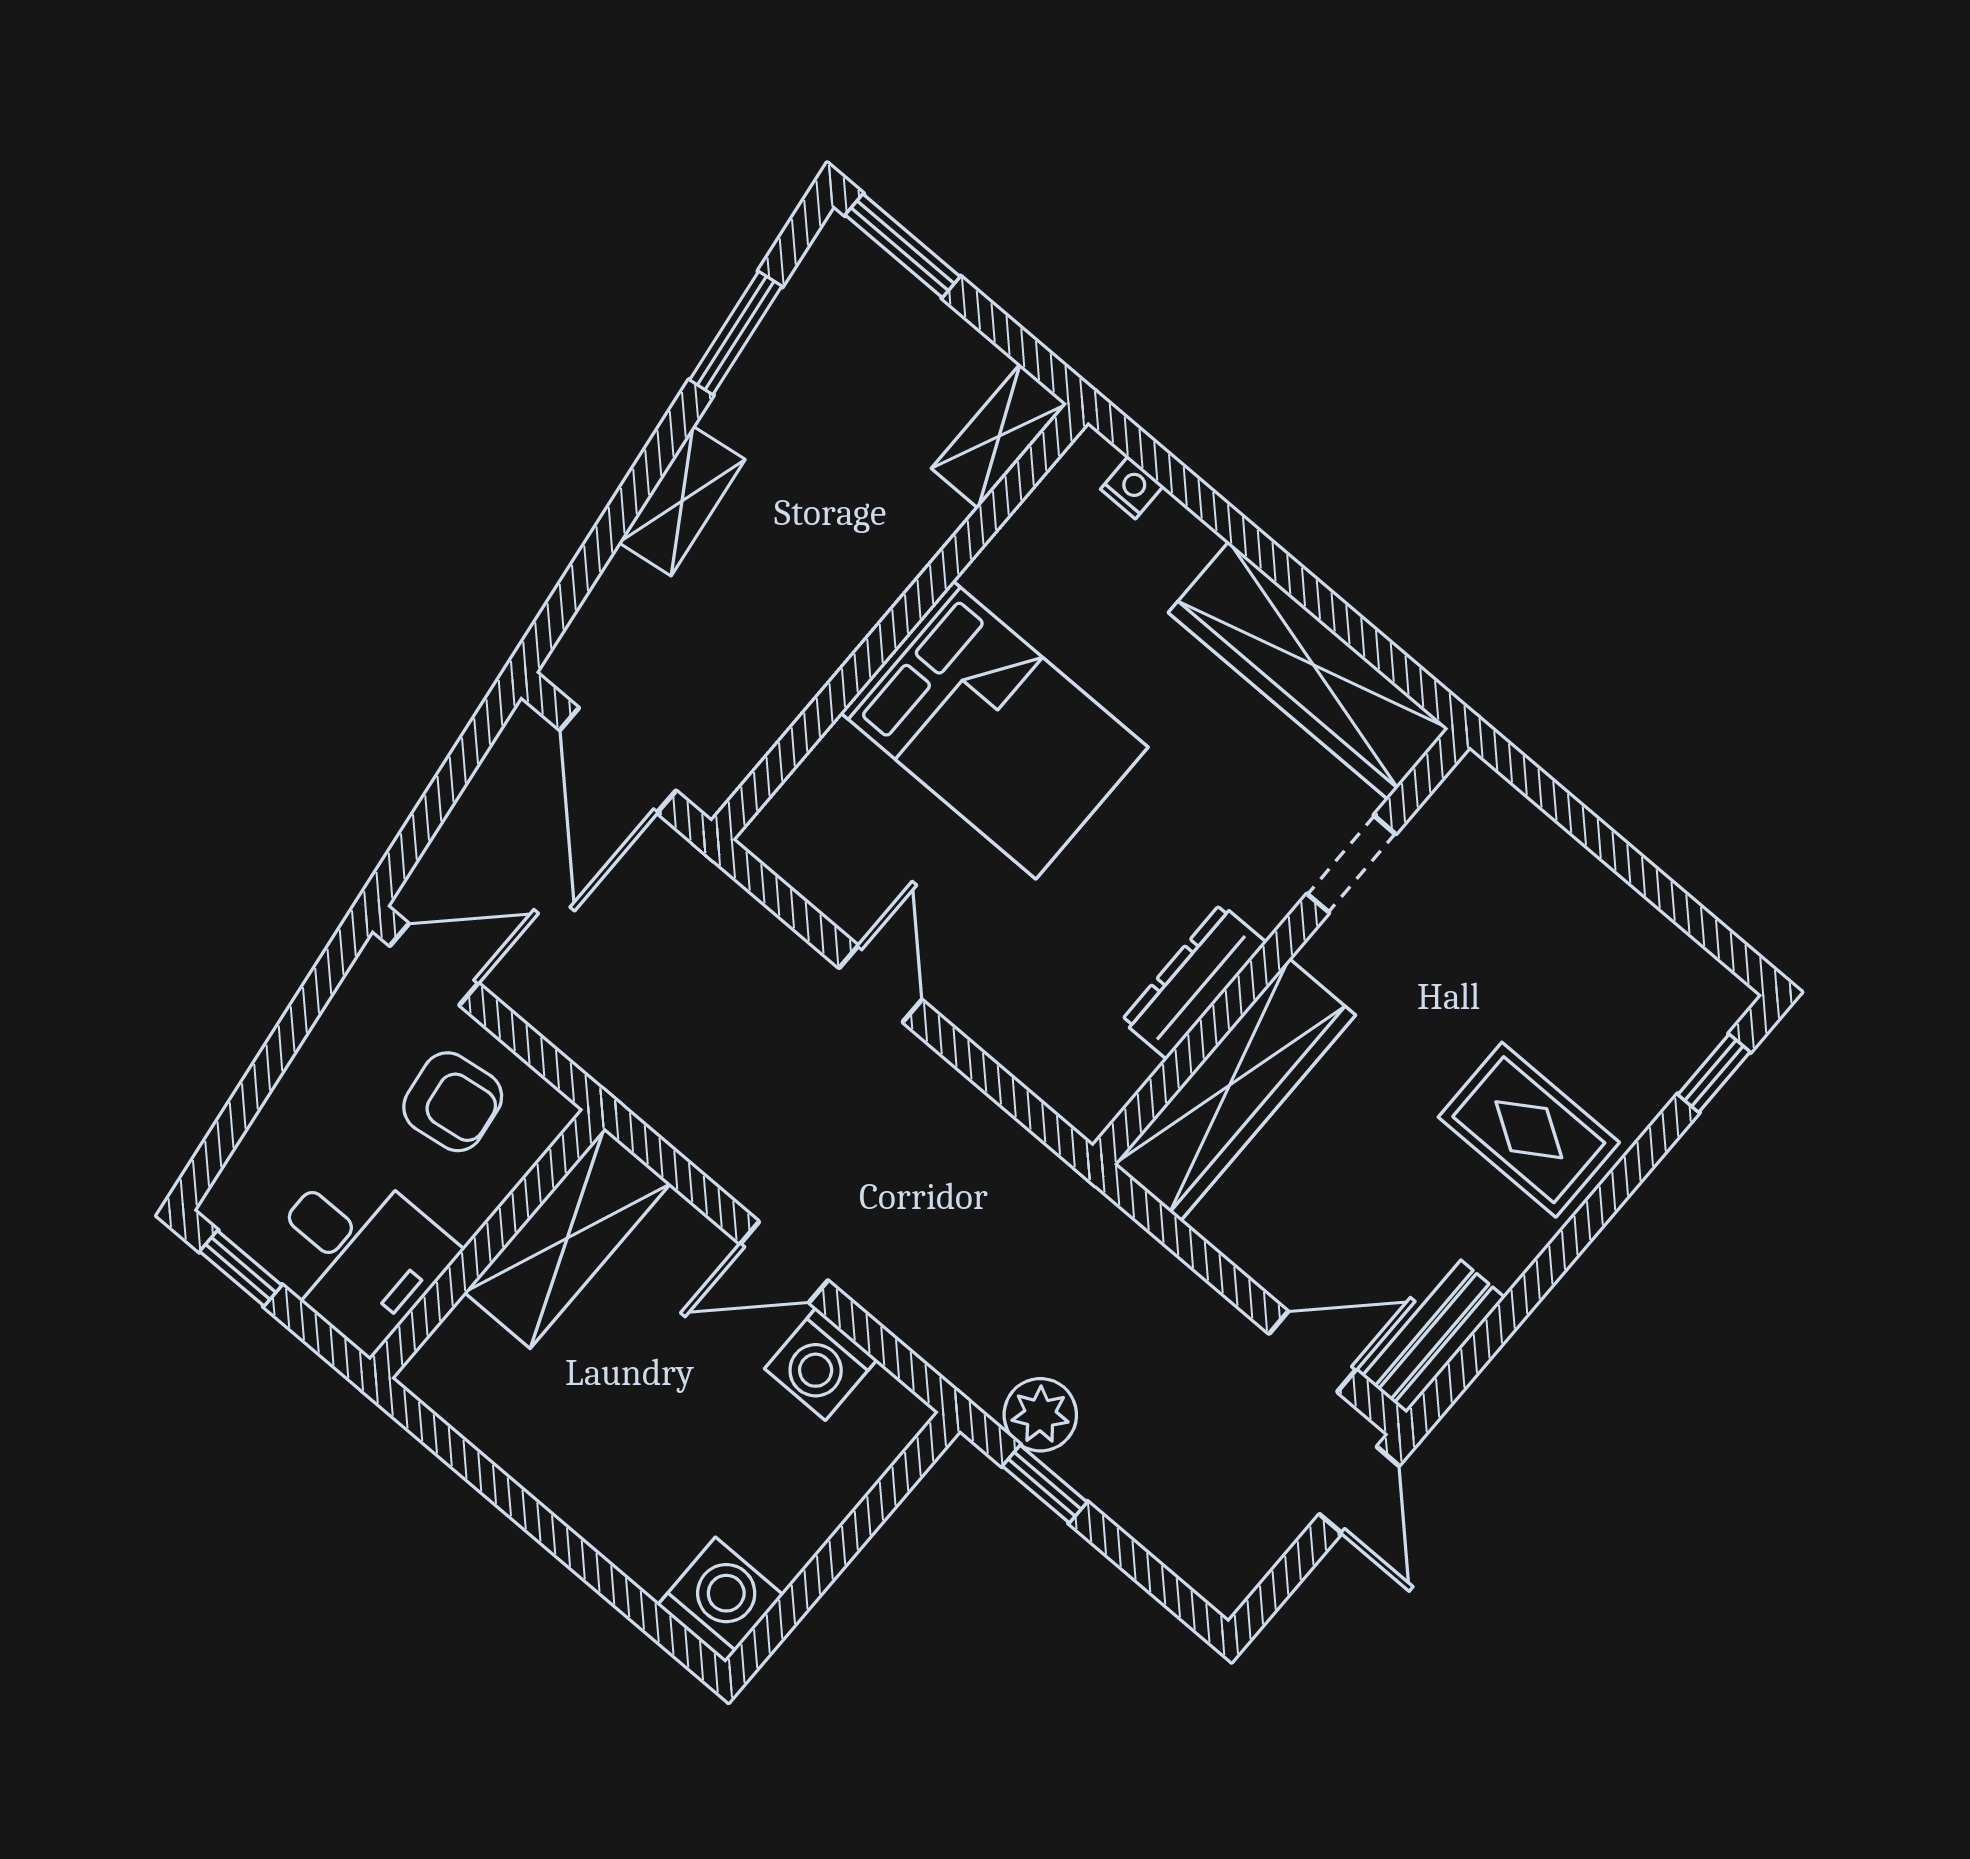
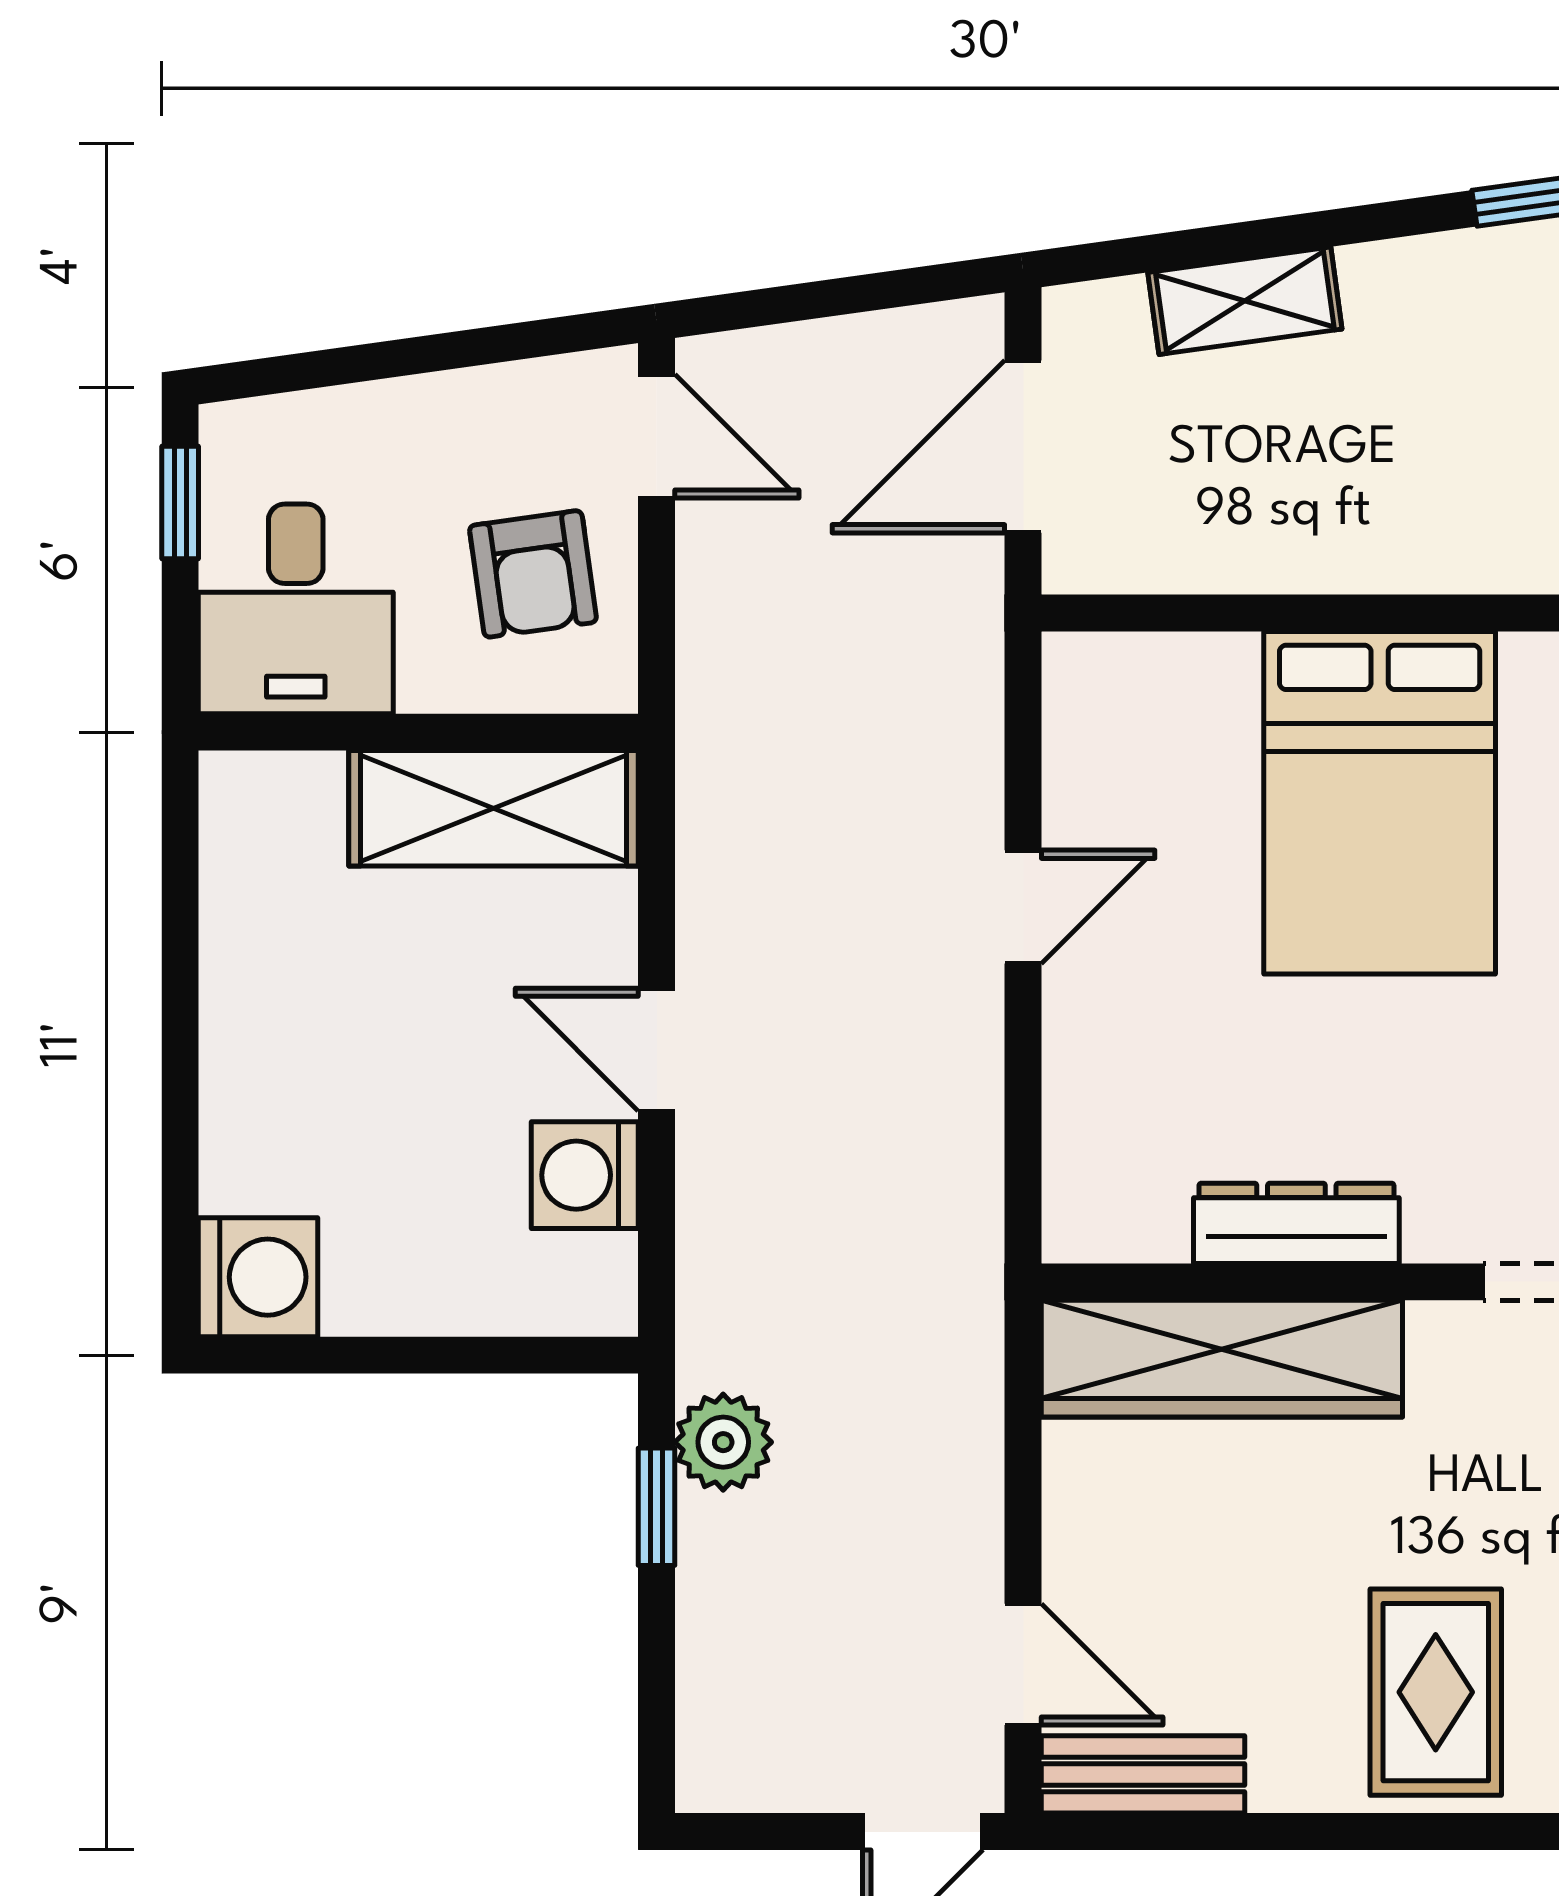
shelving: (682, 501) -> (1245, 301), moved

